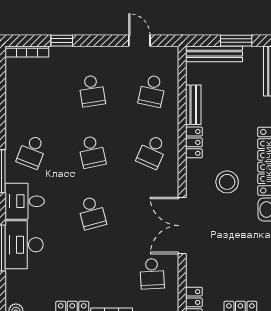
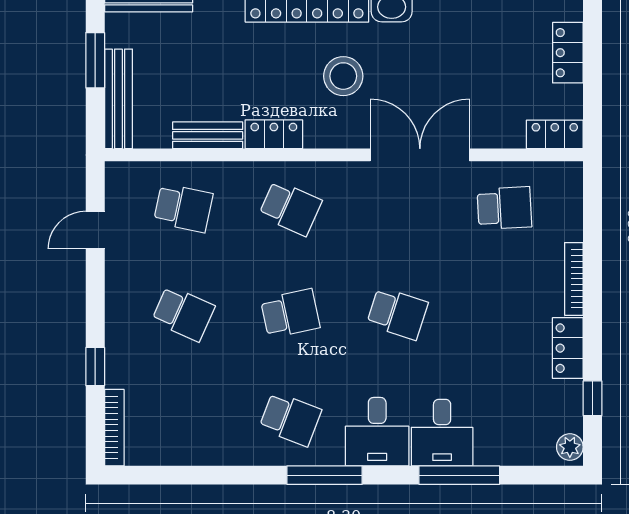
school desk: (92, 91) -> (183, 313), turned 33
school desk: (92, 213) -> (397, 313), turned 33
double door: (182, 226) -> (420, 155), swing flipped
desk: (24, 245) -> (442, 433), width x0.73

